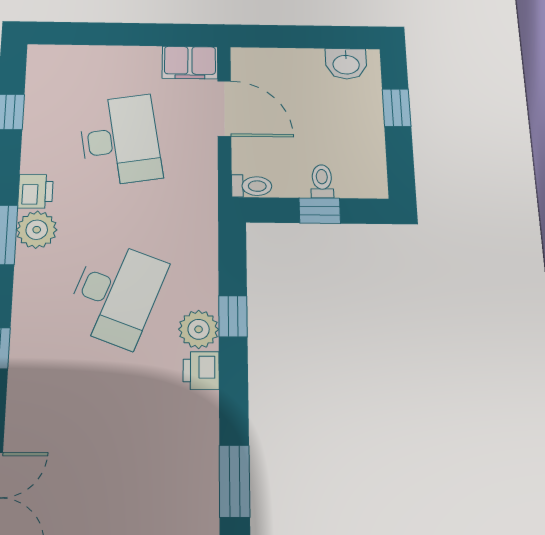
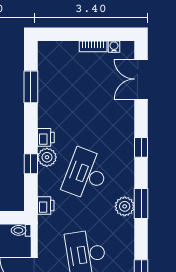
printer: (35, 191) -> (46, 205), moved, turned 180

